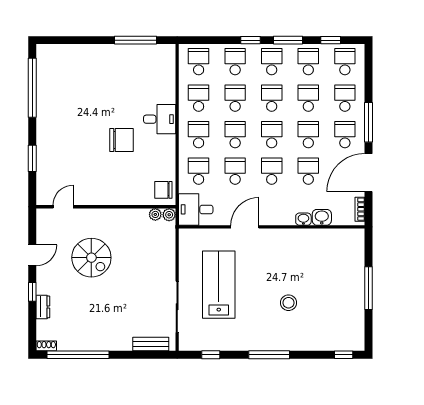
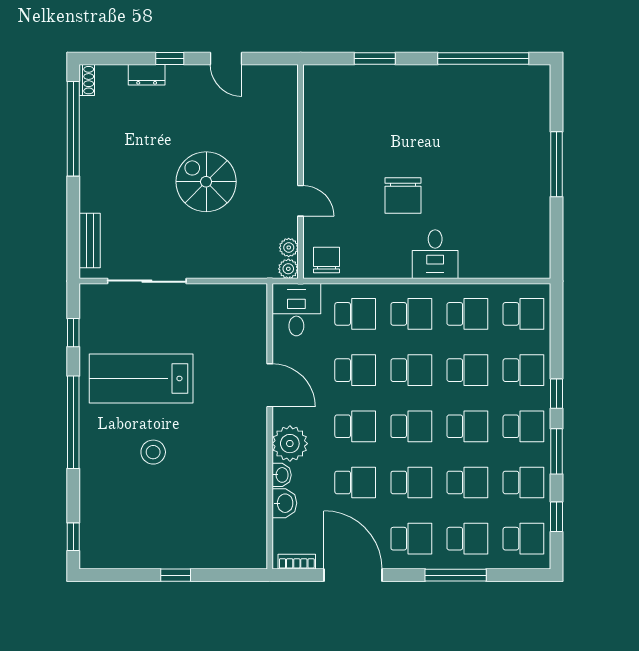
window: (135, 40) -> (556, 164), moved
window: (369, 122) -> (456, 575), moved
door: (63, 207) -> (301, 201), moved
plant: (283, 214) -> (290, 444), added
spiral stairs: (91, 258) -> (206, 182), moved, turned 90
lab bench: (219, 285) -> (141, 378), moved, turned 180
window: (369, 288) -> (176, 575), width x0.46
window: (269, 355) -> (73, 422), width x1.46

